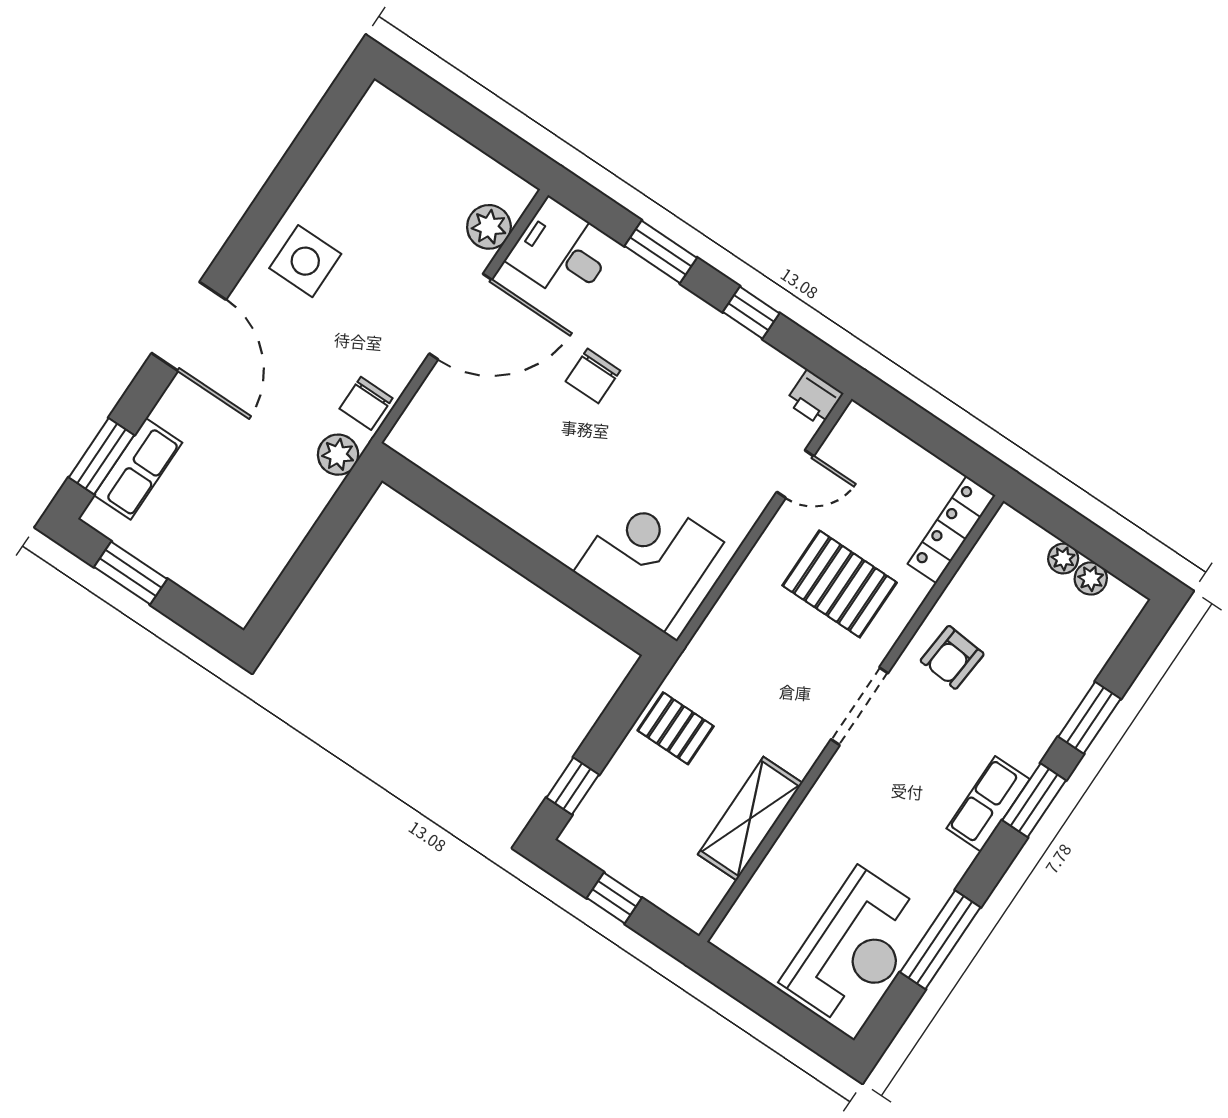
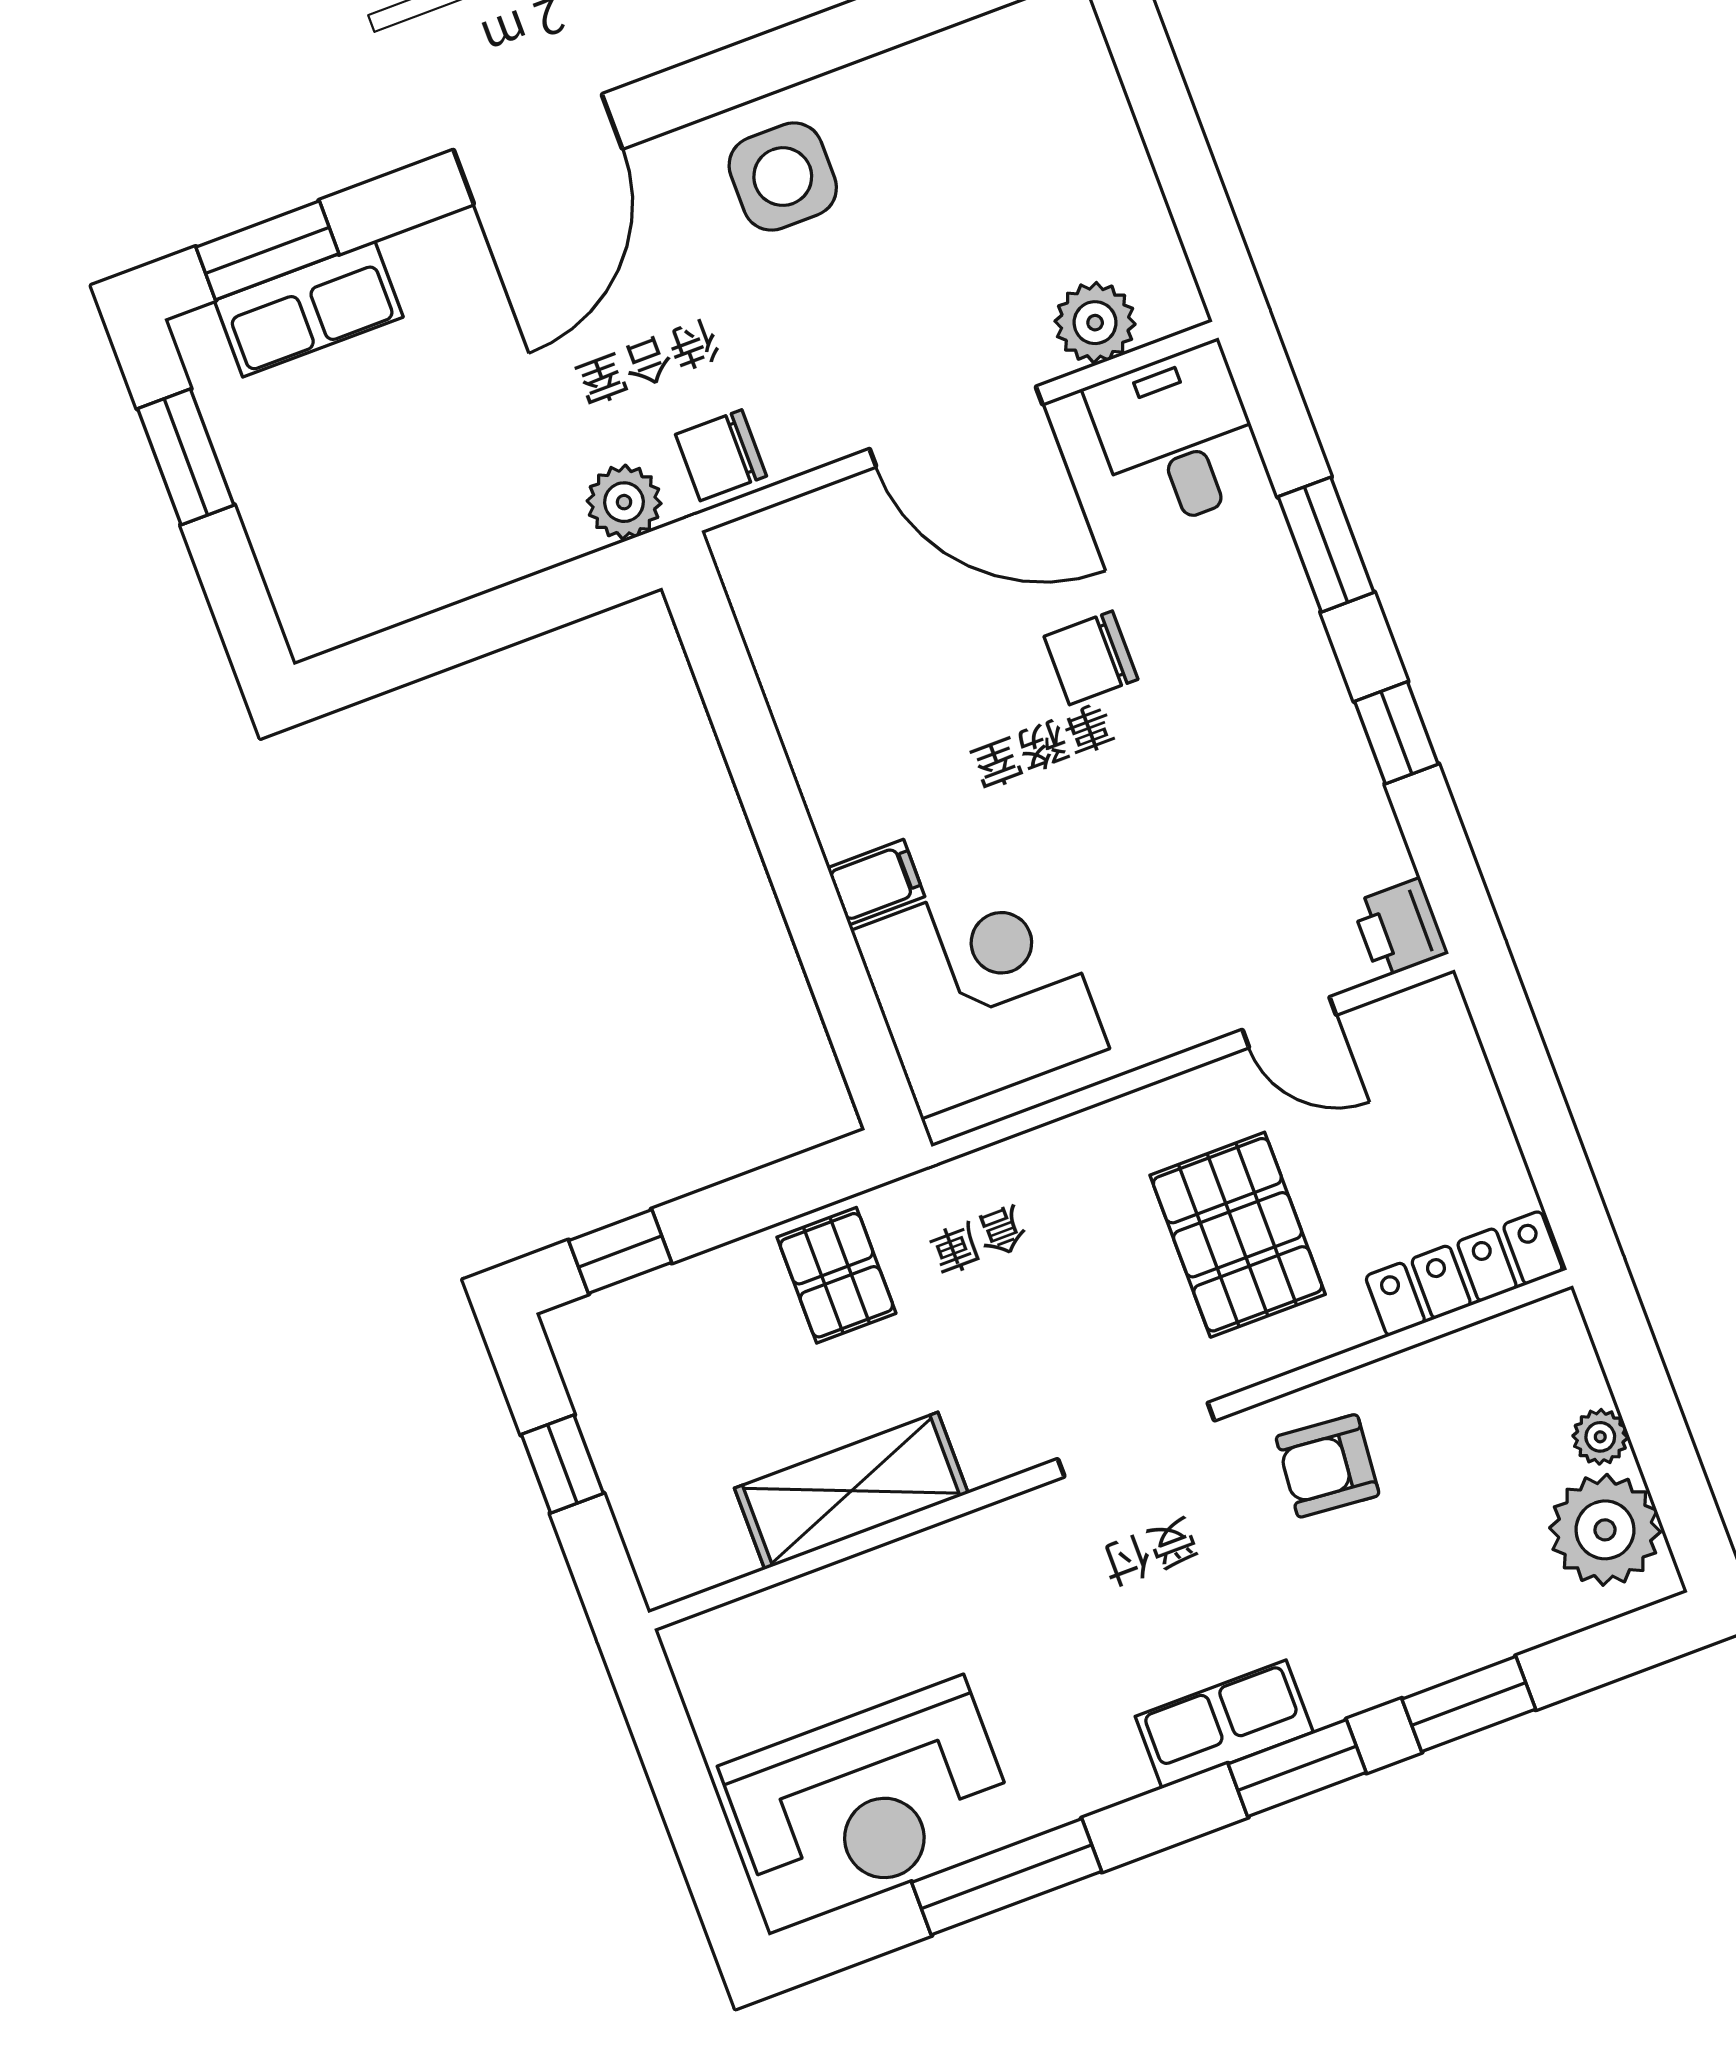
filing cabinet: (569, 543) -> (876, 882), added
plant: (1091, 579) -> (1605, 1530), width x1.87, depth x1.87

